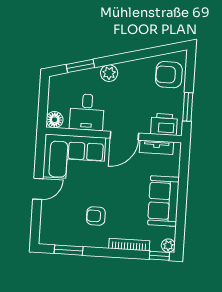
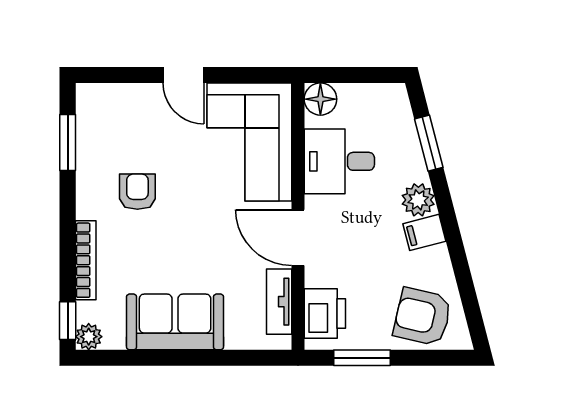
filing cabinet: (126, 71) -> (424, 232), added
armchair: (169, 75) -> (422, 317), turned -77

